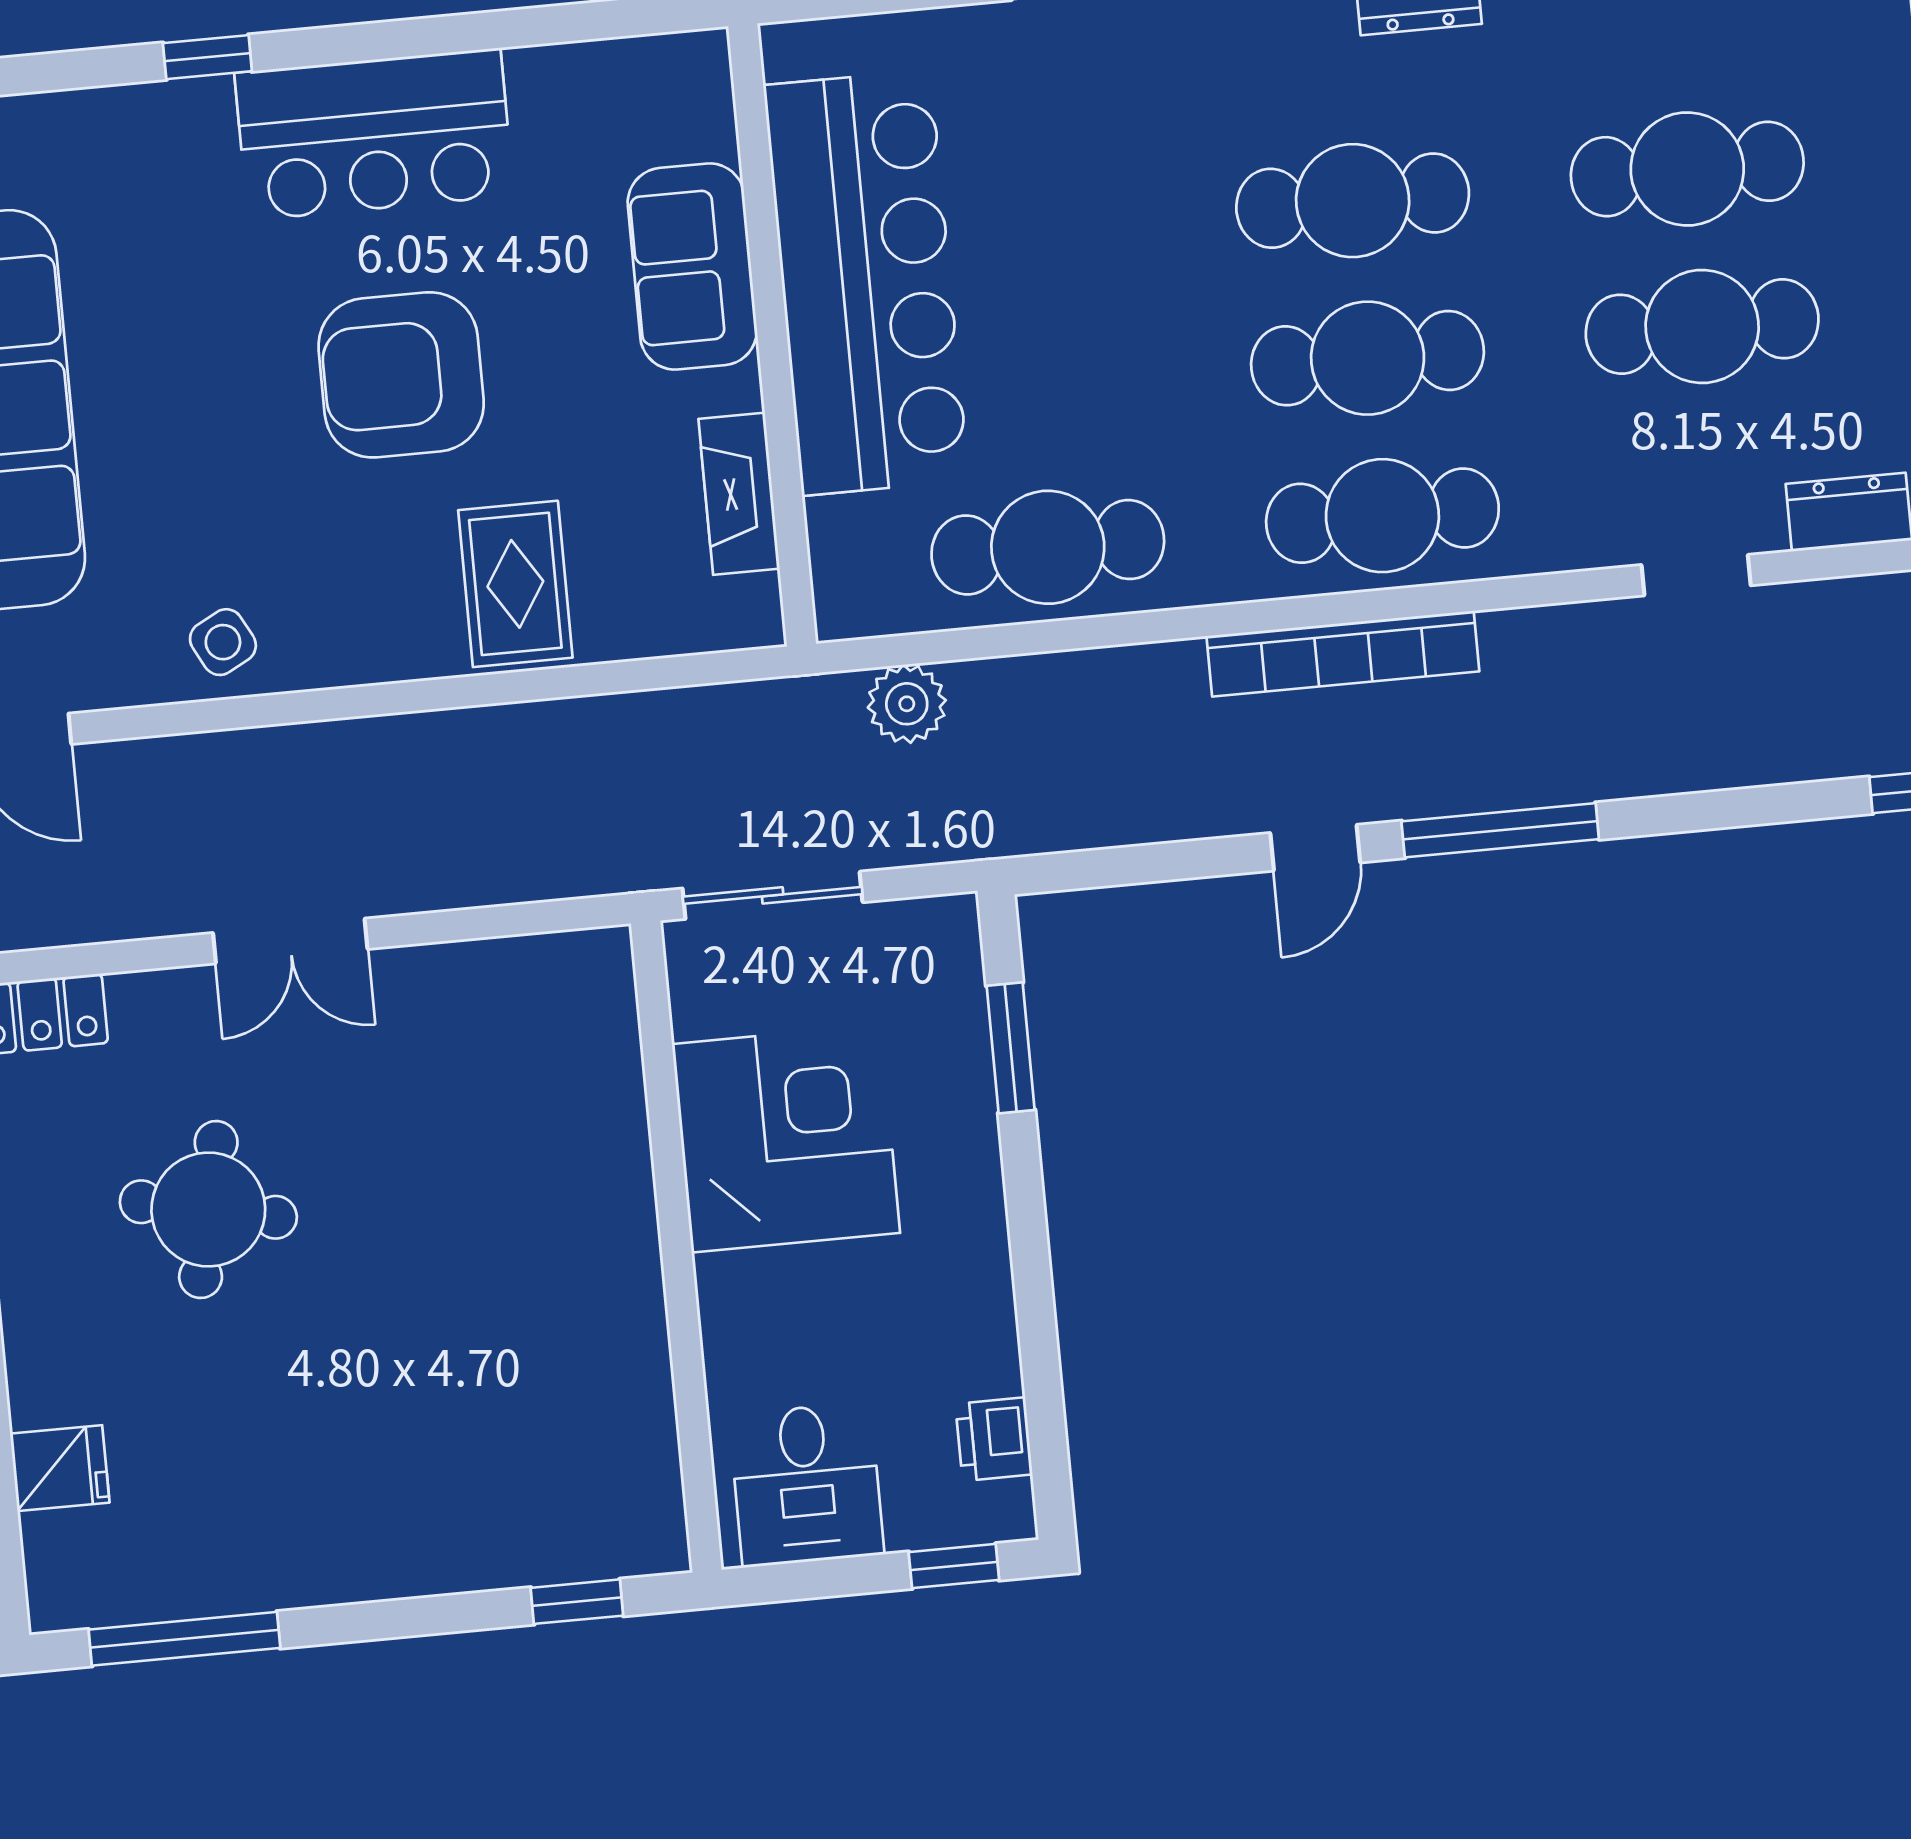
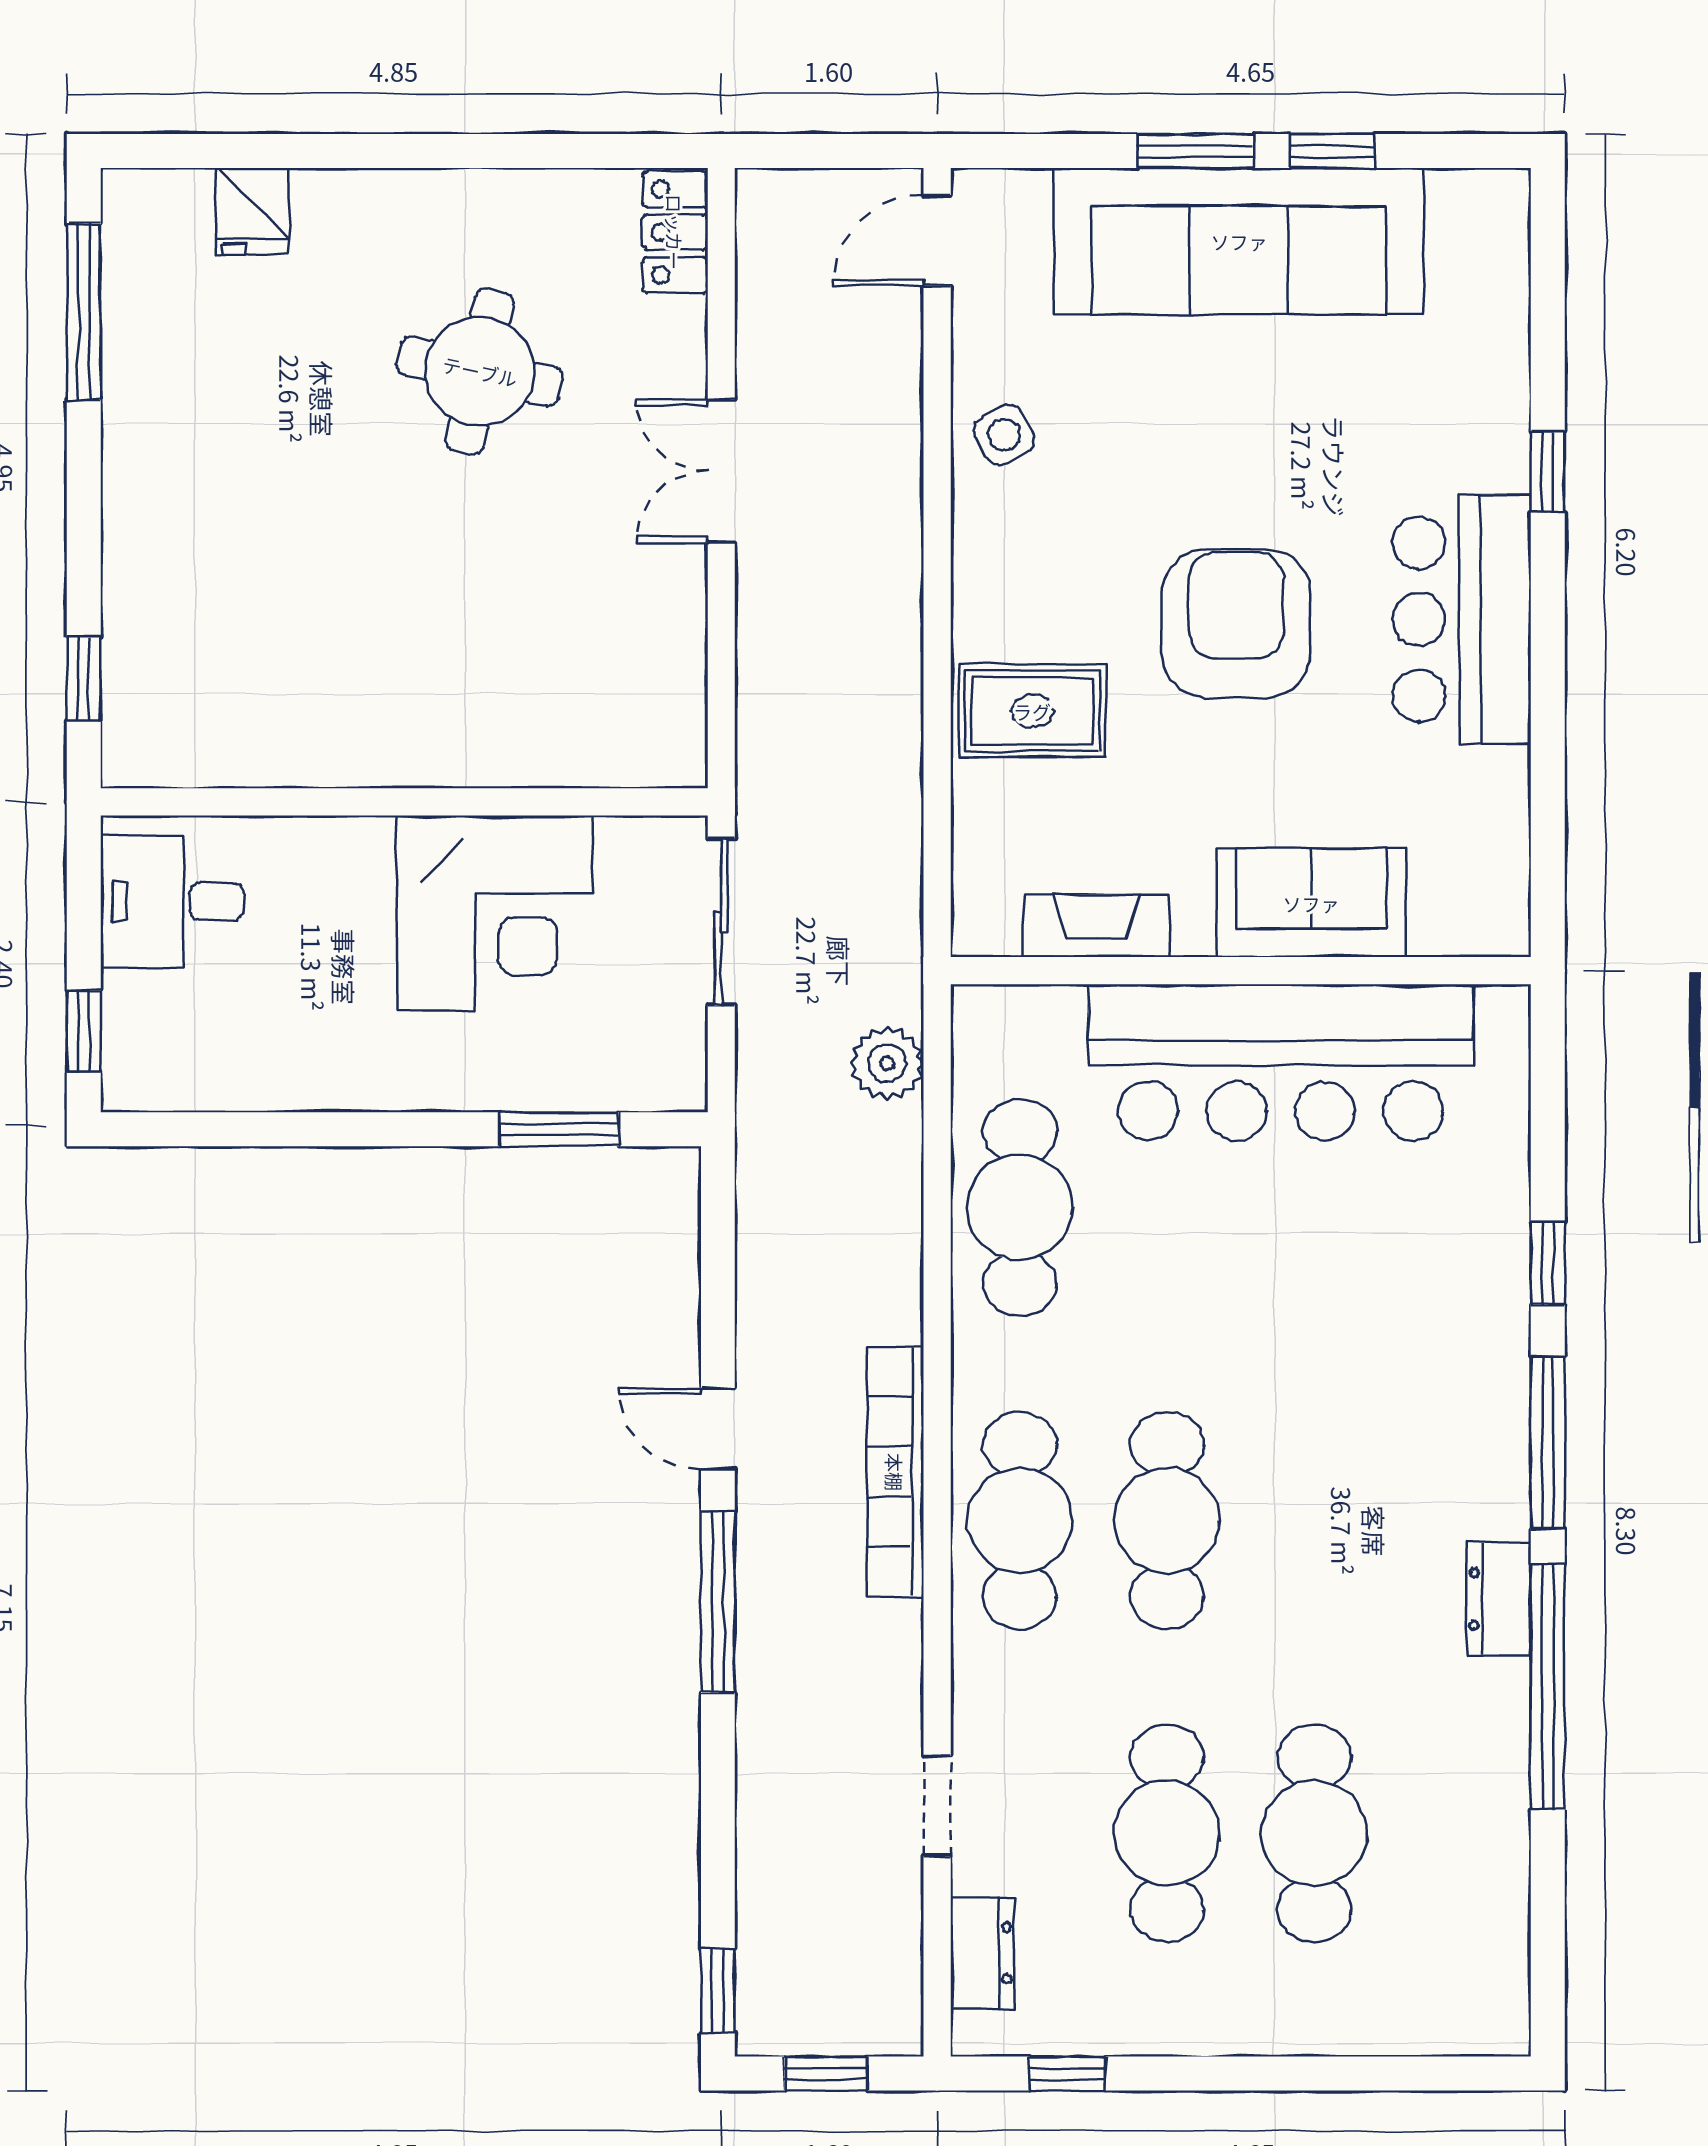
cafe table: (1353, 201) -> (1314, 1520), removed
printer: (994, 1439) -> (198, 1079), removed

